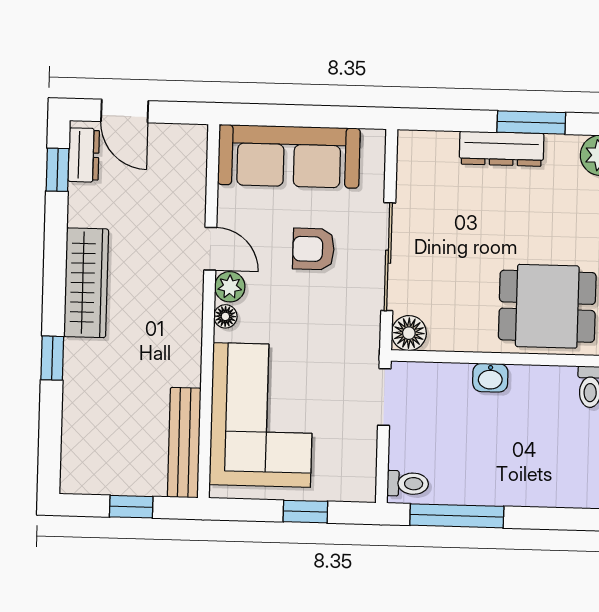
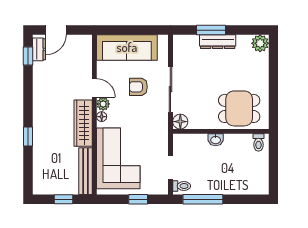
door: (125, 111) -> (56, 30), hinge flipped
window: (531, 122) -> (211, 30), moved
wardrobe: (86, 283) -> (83, 123), moved, turned 180
doorway: (384, 397) -> (170, 168), moved

